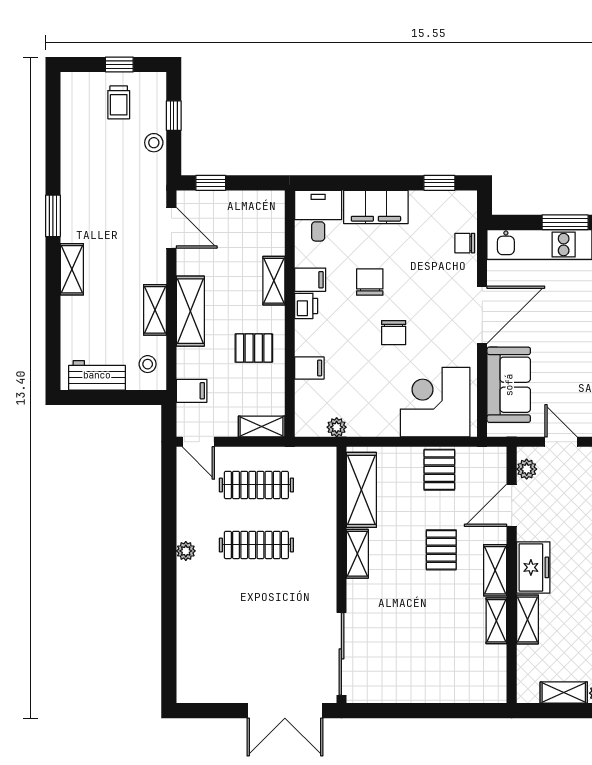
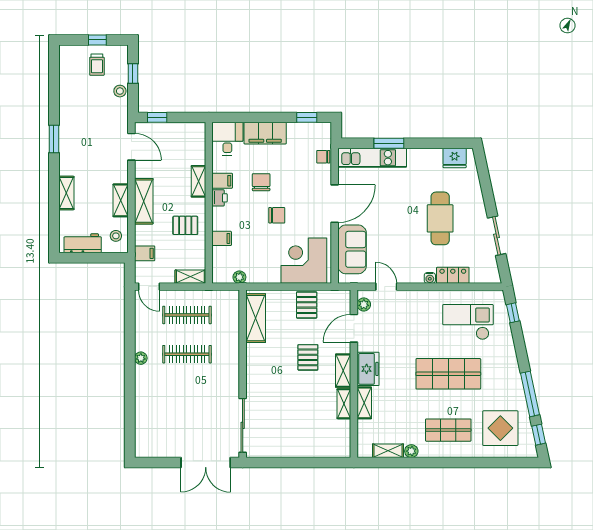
shelving: (72, 269) -> (66, 193), moved
chair: (394, 333) -> (277, 215), turned -90
shelving: (357, 554) -> (253, 360), removed

